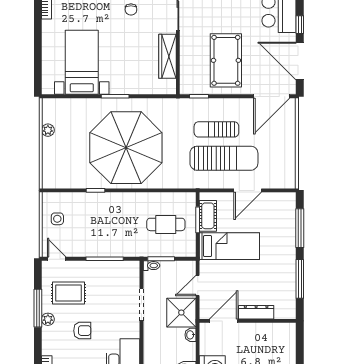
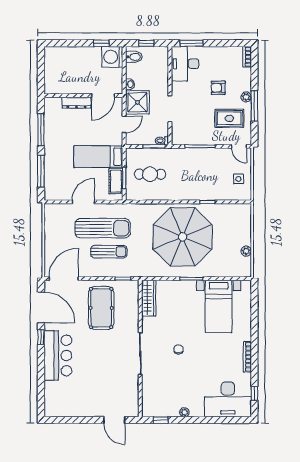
wardrobe: (167, 56) -> (149, 298), moved
sun lounger: (224, 158) -> (103, 228), turned 180

